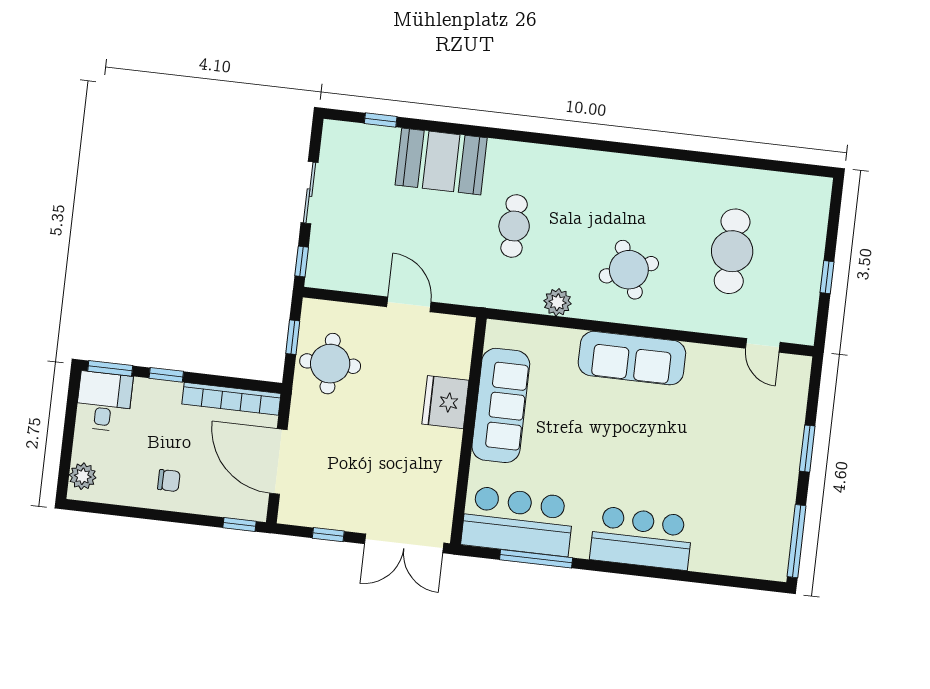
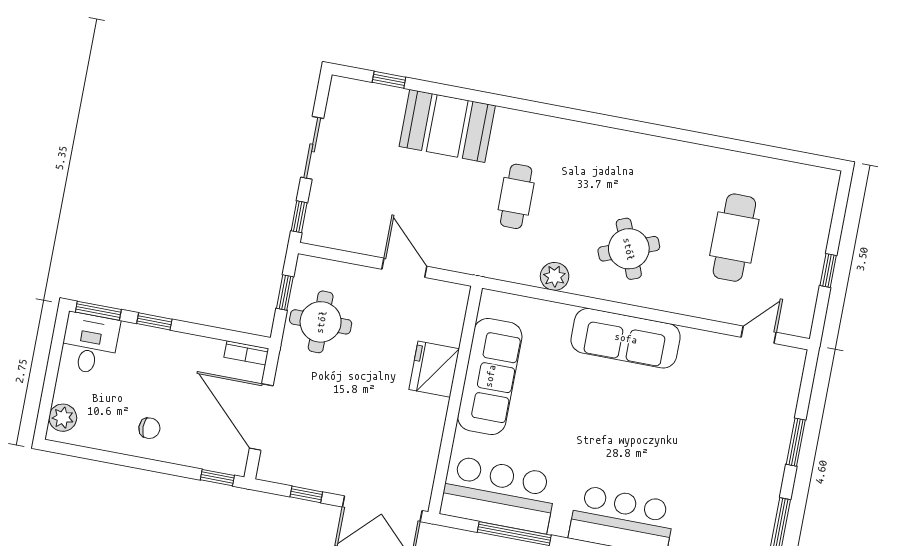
door: (763, 345) -> (759, 335), swing flipped
bookcase: (231, 399) -> (246, 353), width x0.43, depth x0.76

